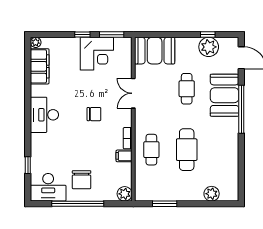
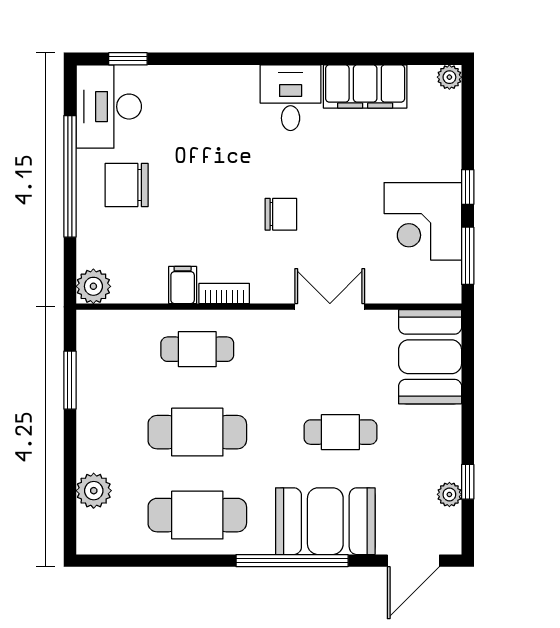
plant: (209, 47) -> (449, 494), width x0.53, depth x0.53
filing cabinet: (40, 66) -> (365, 87), moved
chair: (94, 114) -> (281, 214), turned -90
desk: (44, 115) -> (291, 98), width x0.73
cafe table: (222, 150) -> (197, 515), added
window: (28, 165) -> (128, 59), moved

